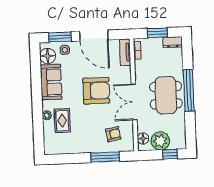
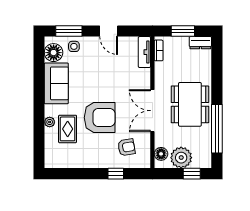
door: (94, 36) -> (109, 31), width x0.53
window: (189, 90) -> (217, 129), moved
armchair: (96, 91) -> (100, 118), moved
window: (105, 157) -> (116, 174), width x0.46

